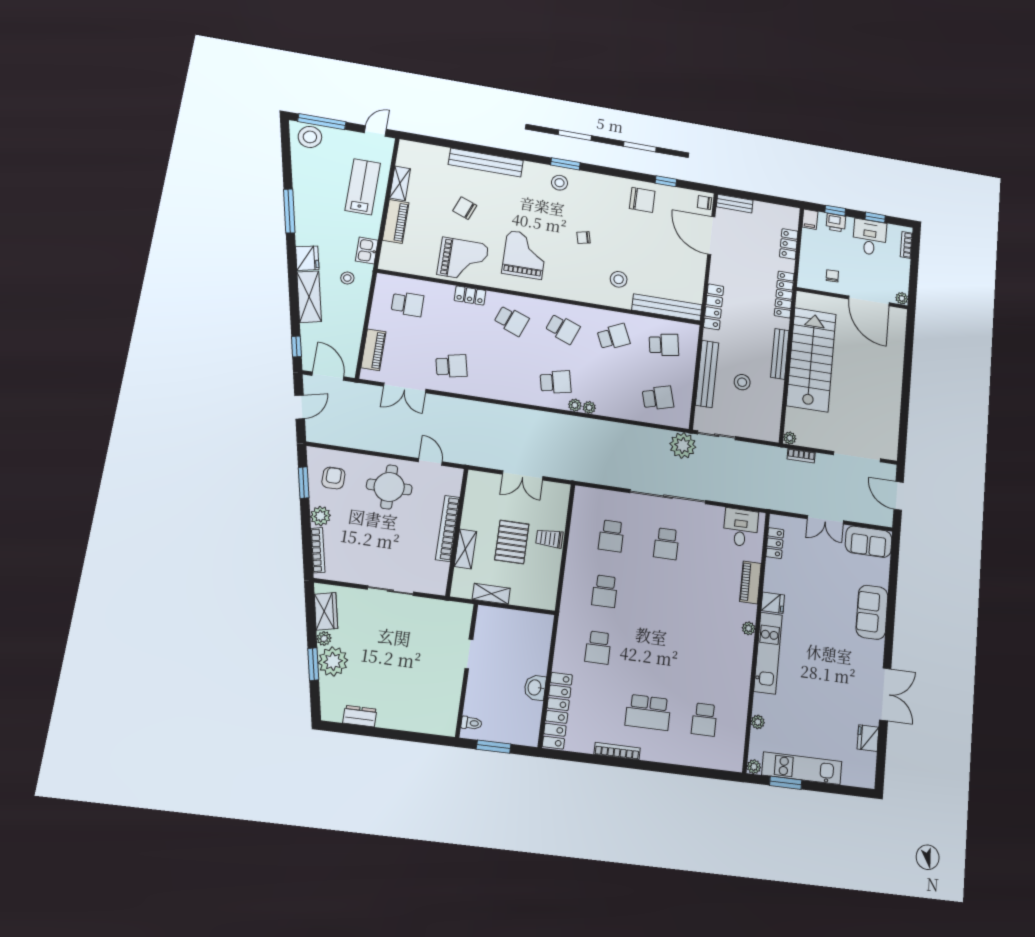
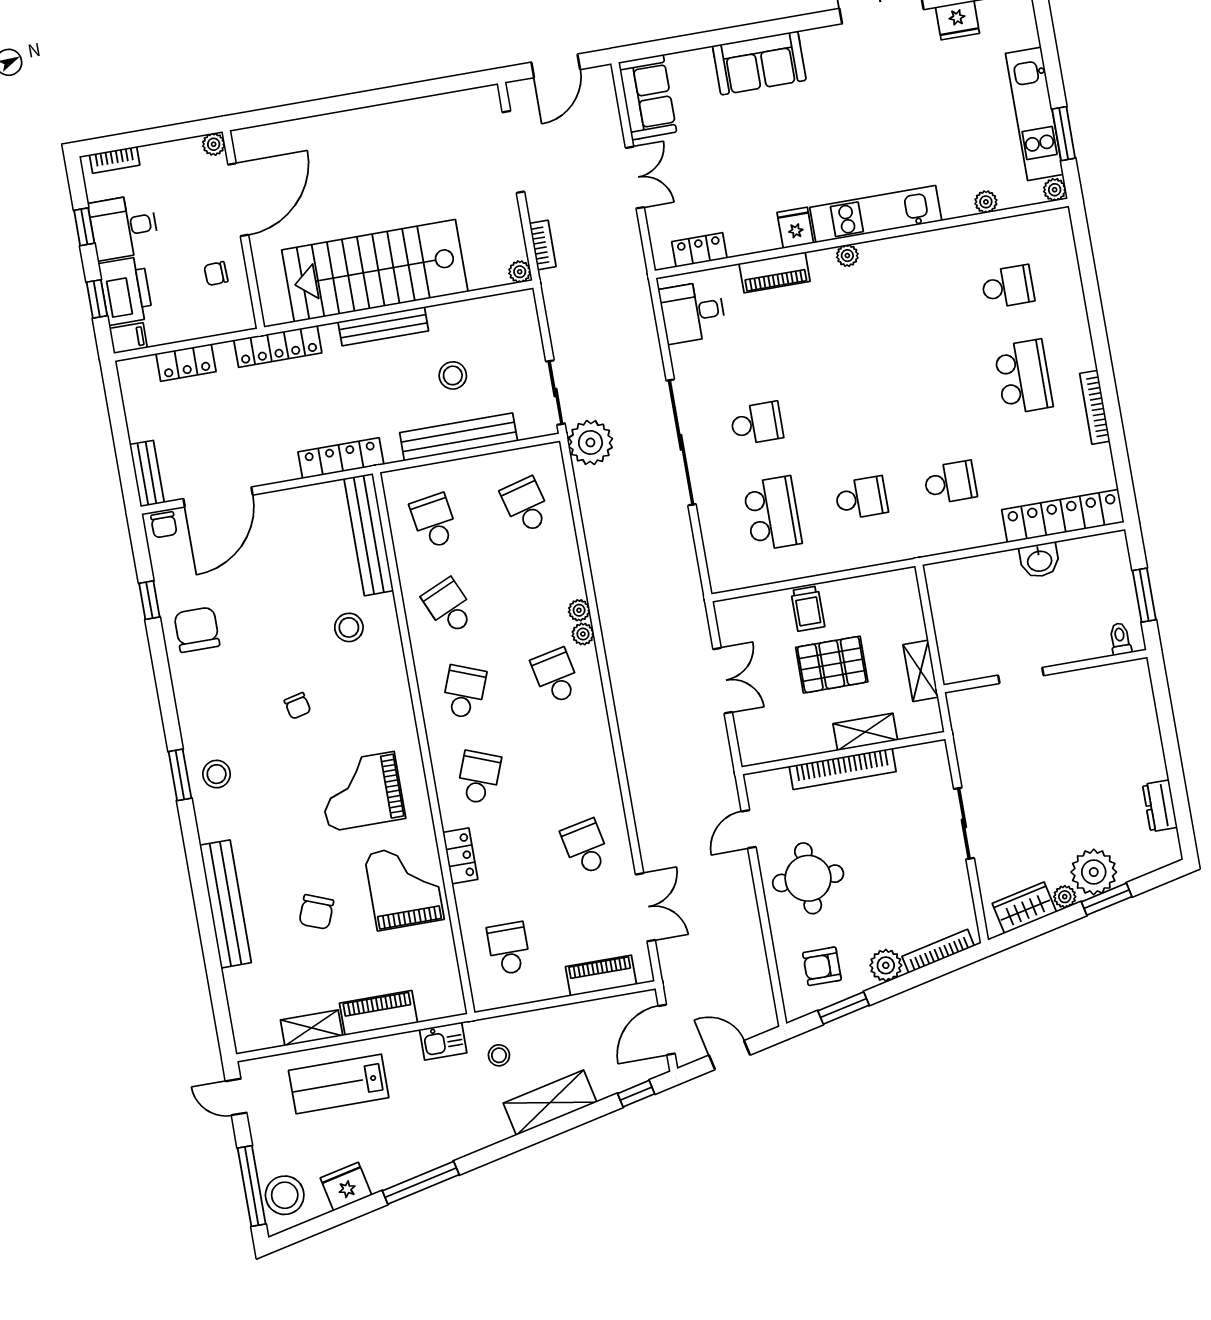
printer: (836, 223) -> (126, 291), width x1.87, depth x1.48
fridge: (307, 258) -> (346, 1187), moved
school desk: (611, 536) -> (772, 514), width x1.85

